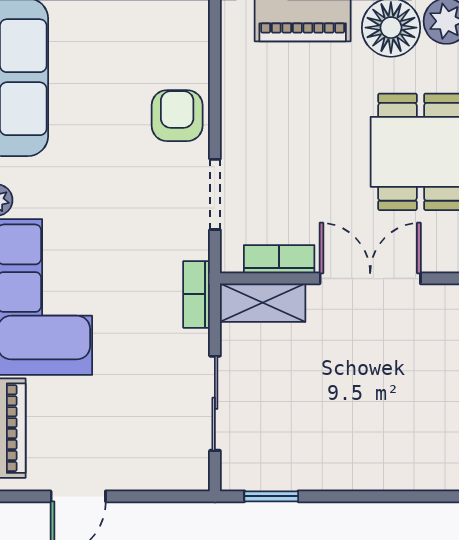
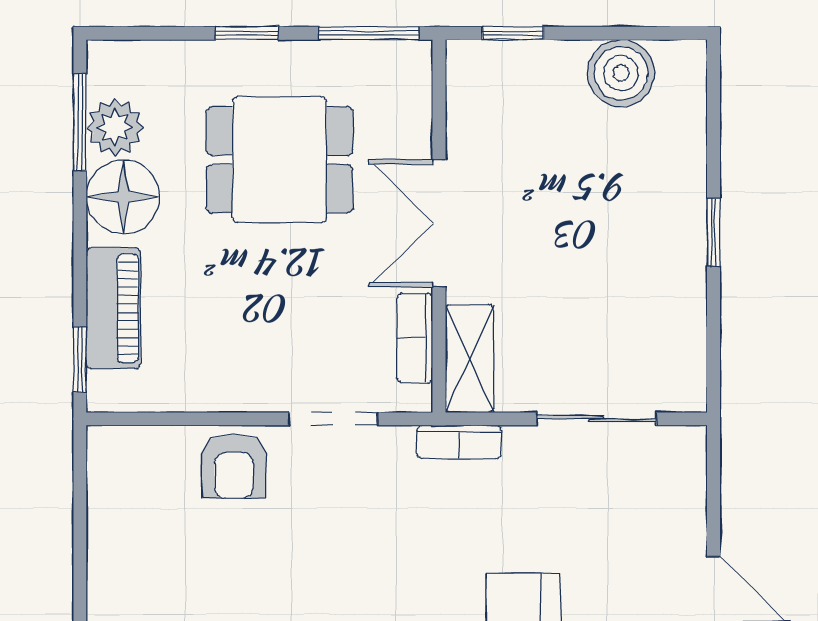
armchair: (177, 116) -> (234, 466), turned -90
window: (271, 496) -> (714, 232), moved

